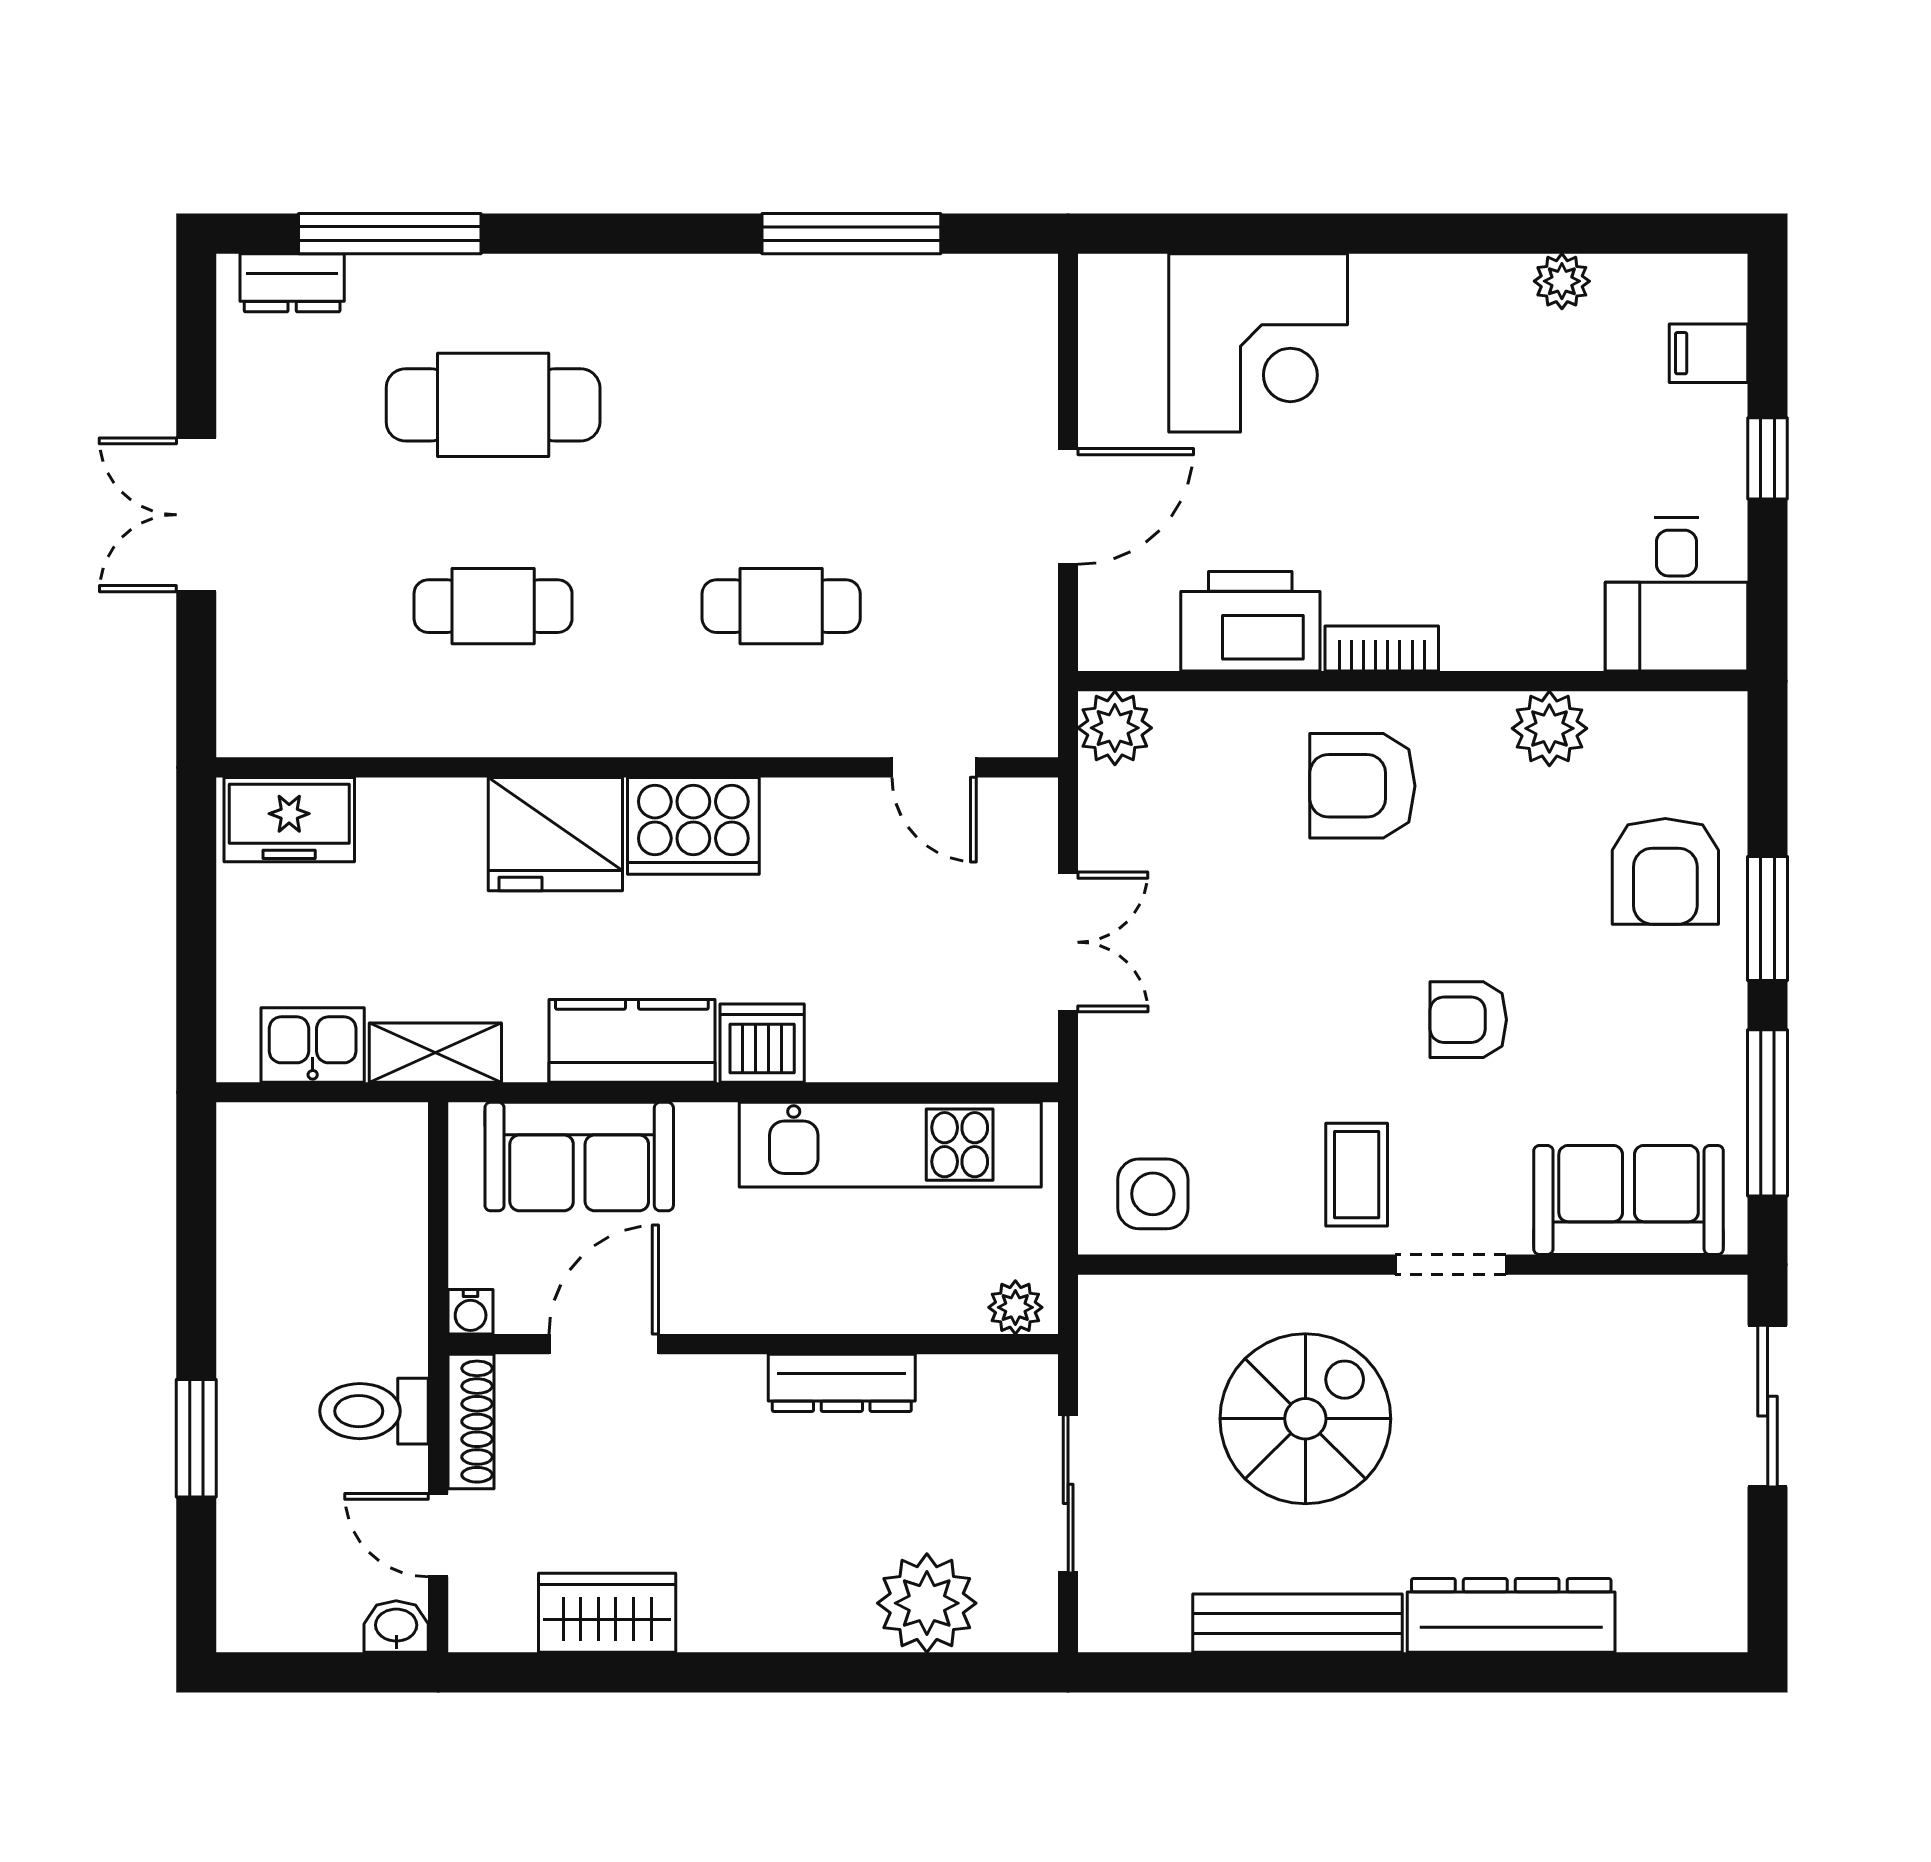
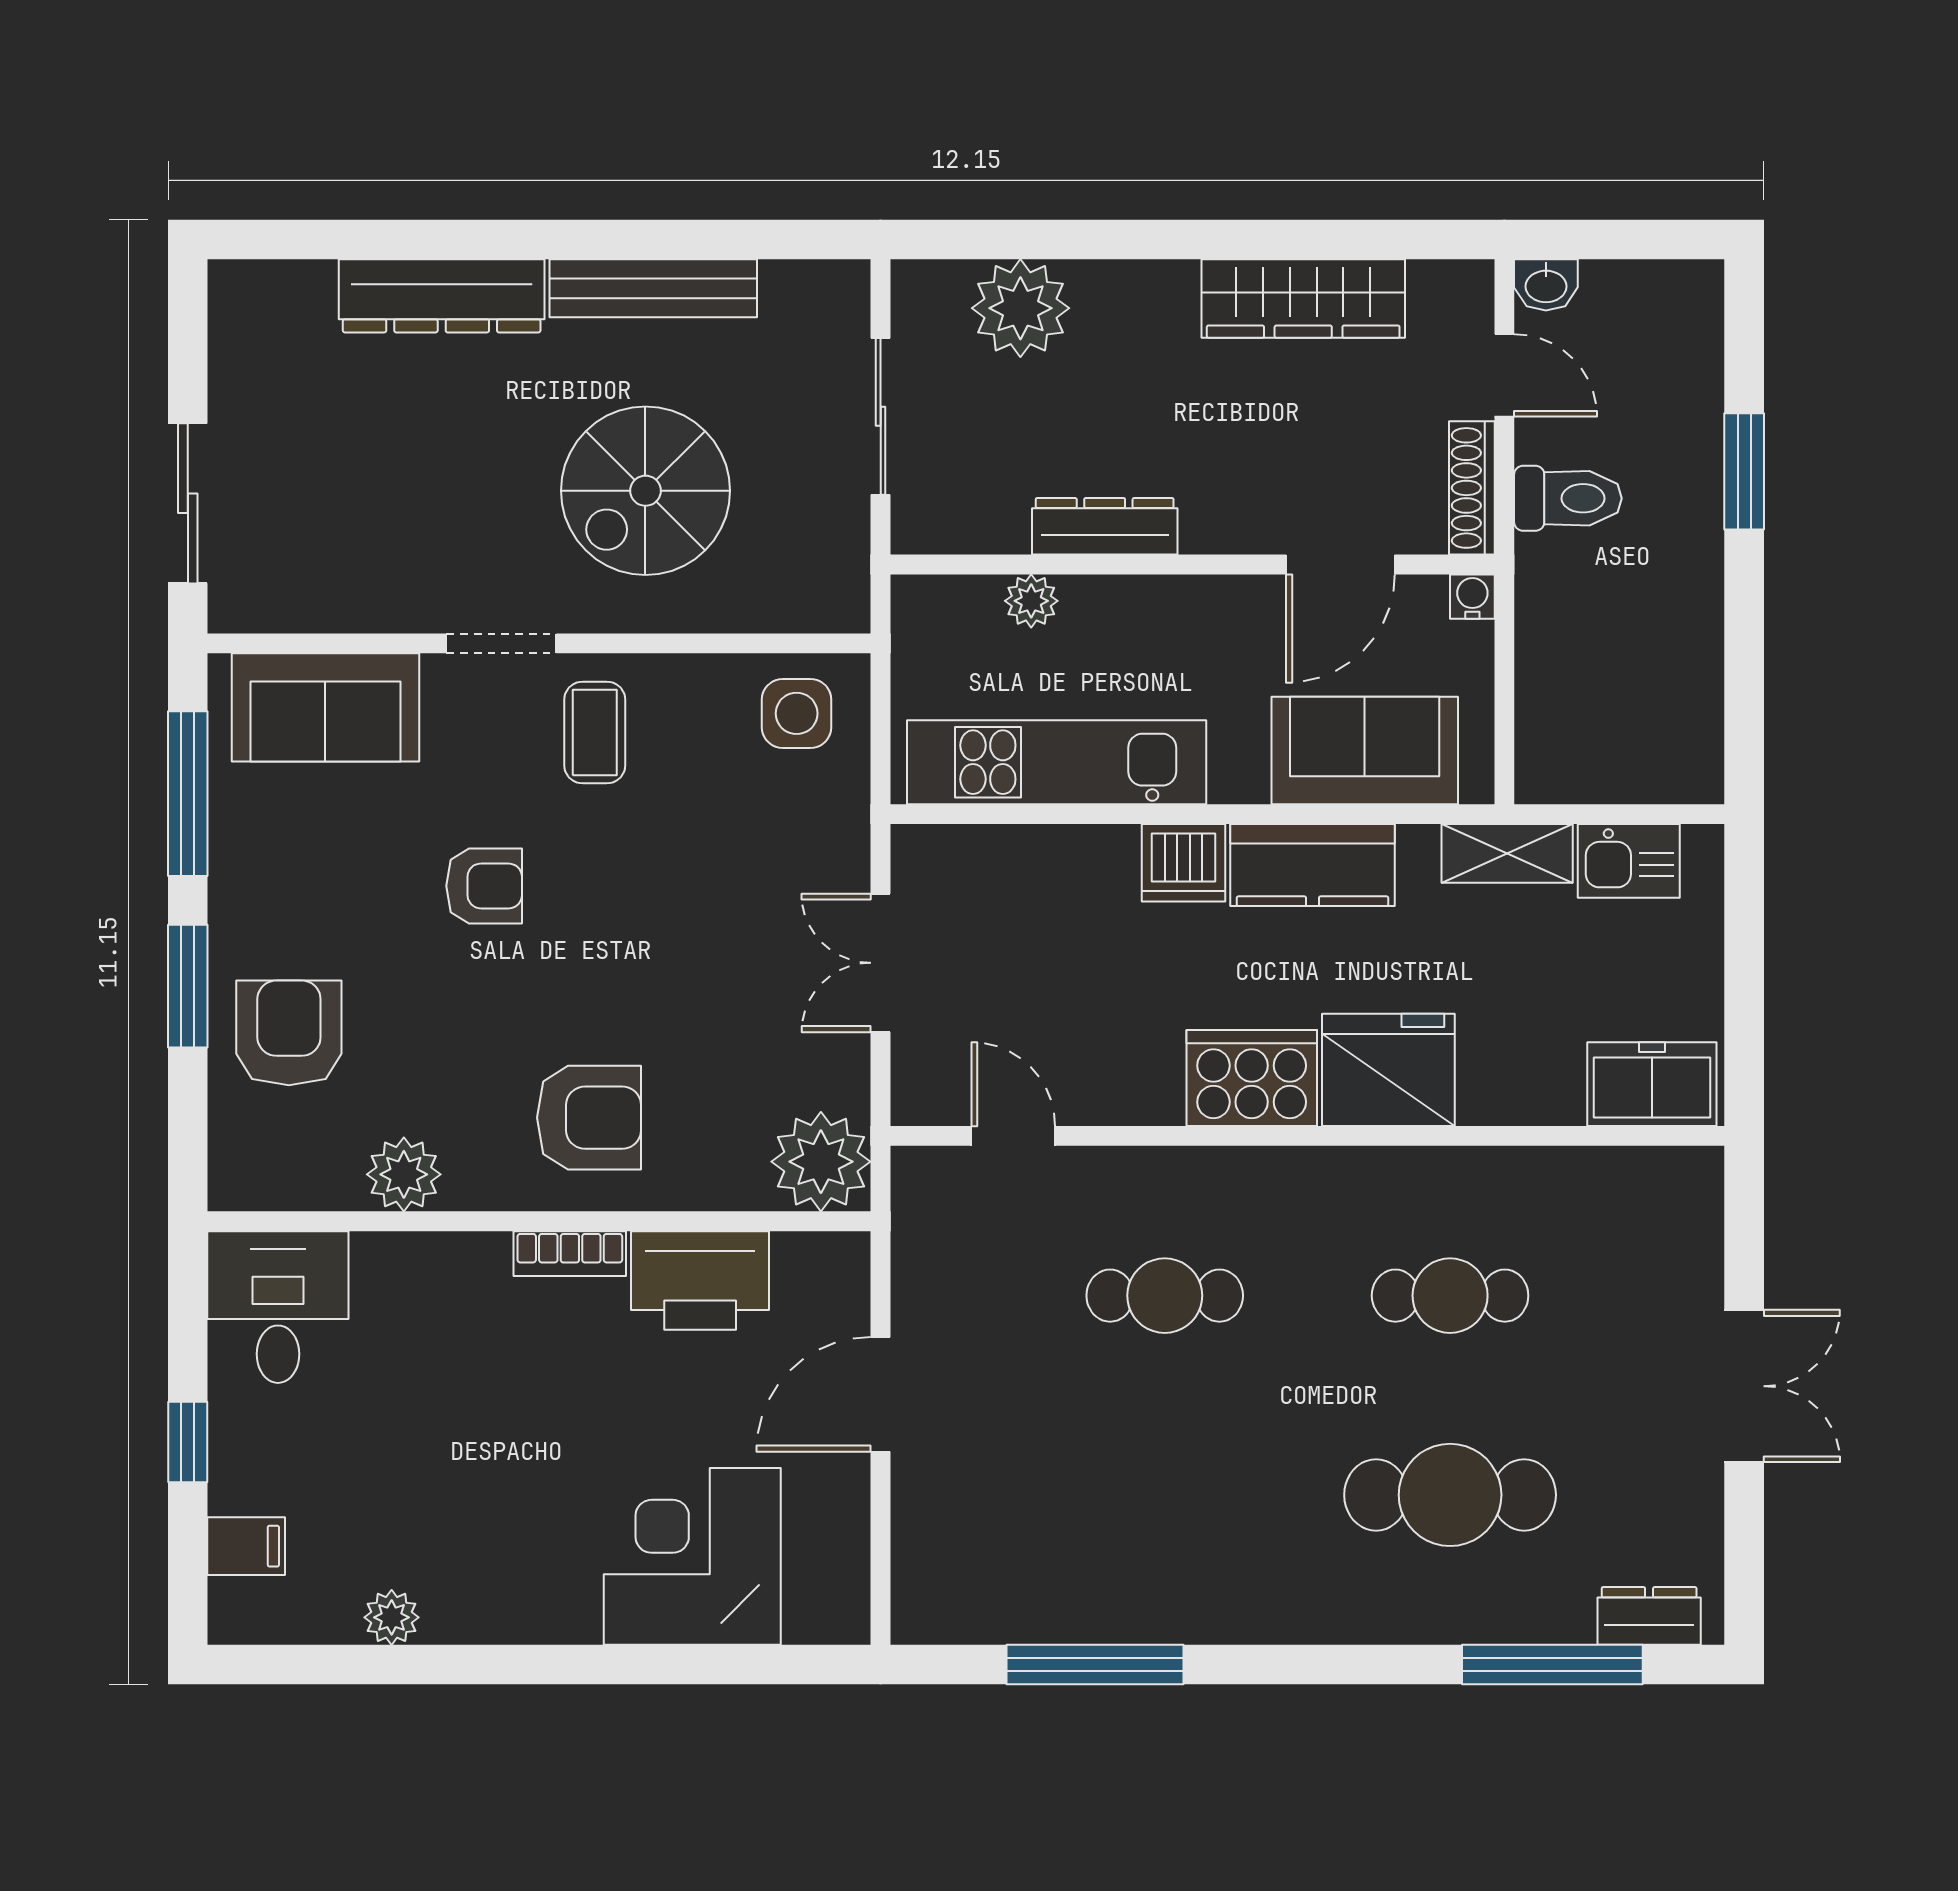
plant: (1115, 728) -> (821, 1162), width x1.36, depth x1.36
plant: (1015, 1307) -> (1031, 601), moved
wardrobe: (607, 1613) -> (1303, 299), width x1.50

